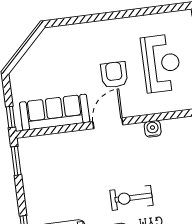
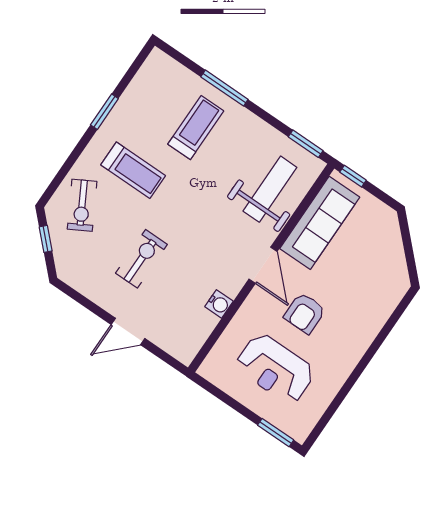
armchair: (114, 75) -> (305, 313), turned 90
weight bench: (61, 158) -> (270, 189), added
exercise bike: (131, 198) -> (141, 259), moved

